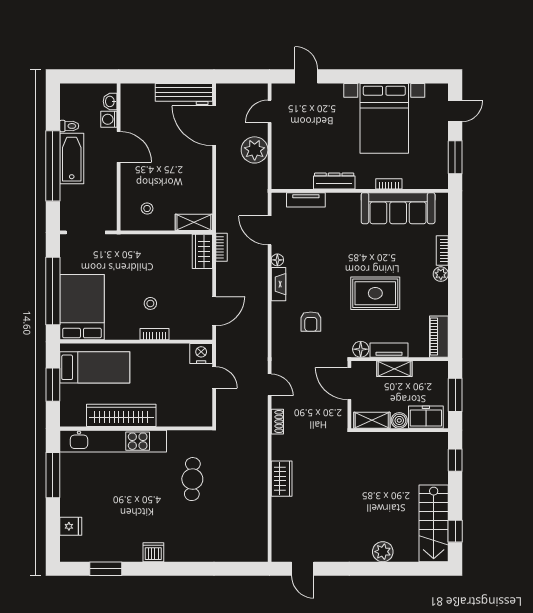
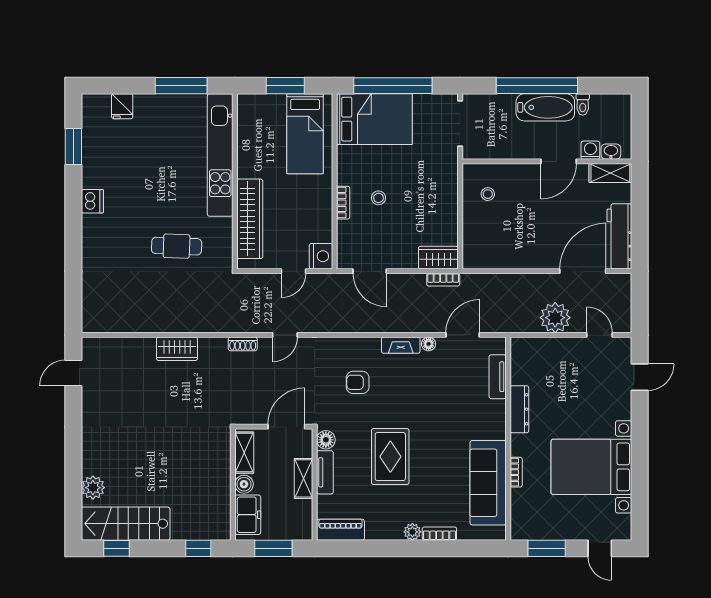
shelving: (194, 222) -> (610, 173), moved, turned 90
wardrobe: (121, 415) -> (250, 219), moved
plant: (383, 552) -> (93, 488), moved

